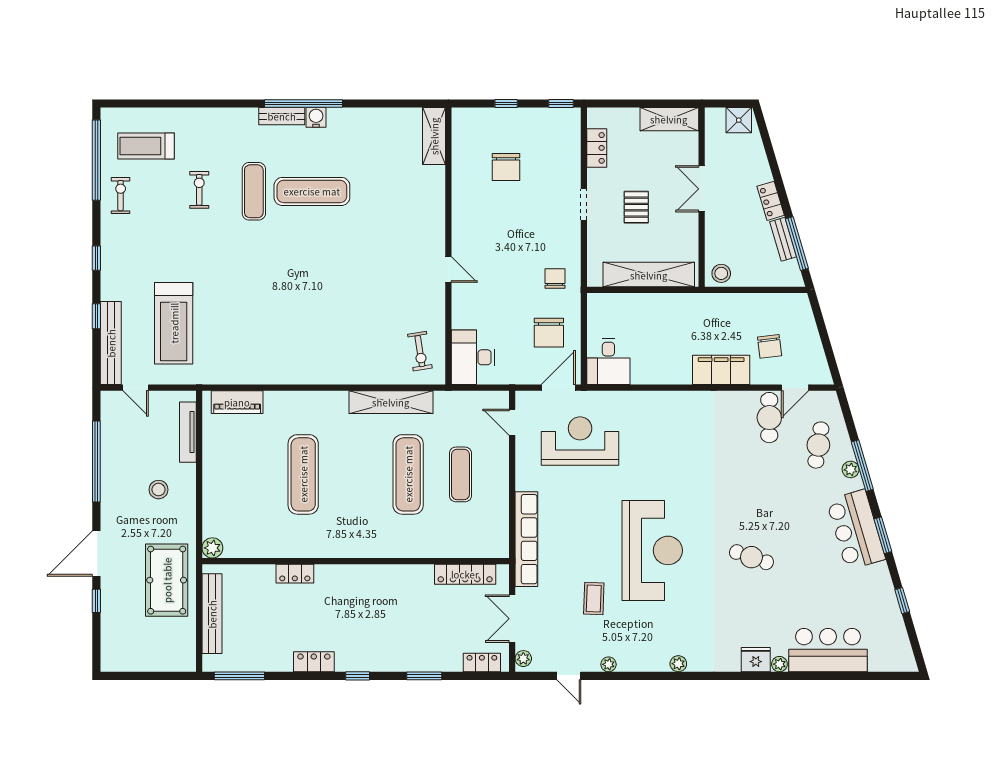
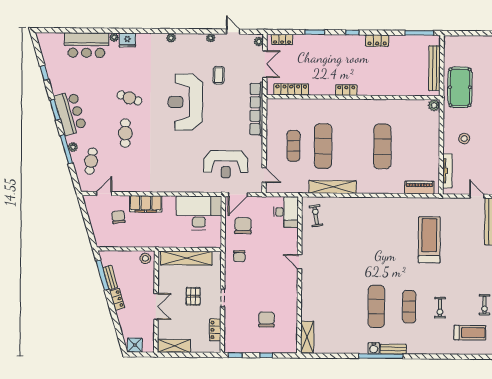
exercise mat: (312, 191) -> (376, 306), turned 90
treadmill: (174, 323) -> (429, 240), moved
desk: (608, 362) -> (199, 213), width x1.87, depth x1.30
cafe table: (769, 418) -> (125, 133), moved
locker: (295, 574) -> (346, 90), moved

